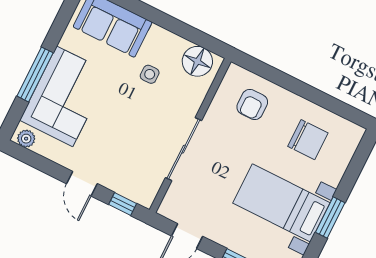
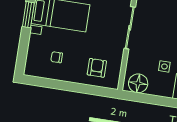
chair: (308, 140) -> (57, 57), width x0.54, depth x0.54

